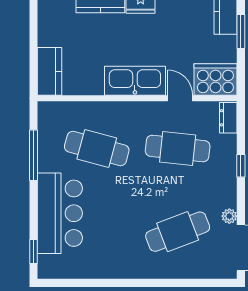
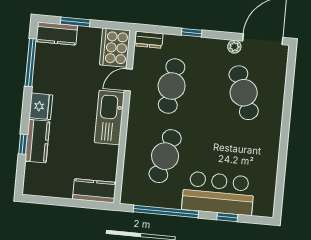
window: (34, 155) -> (166, 211), width x1.46
window: (34, 251) -> (227, 217), moved

